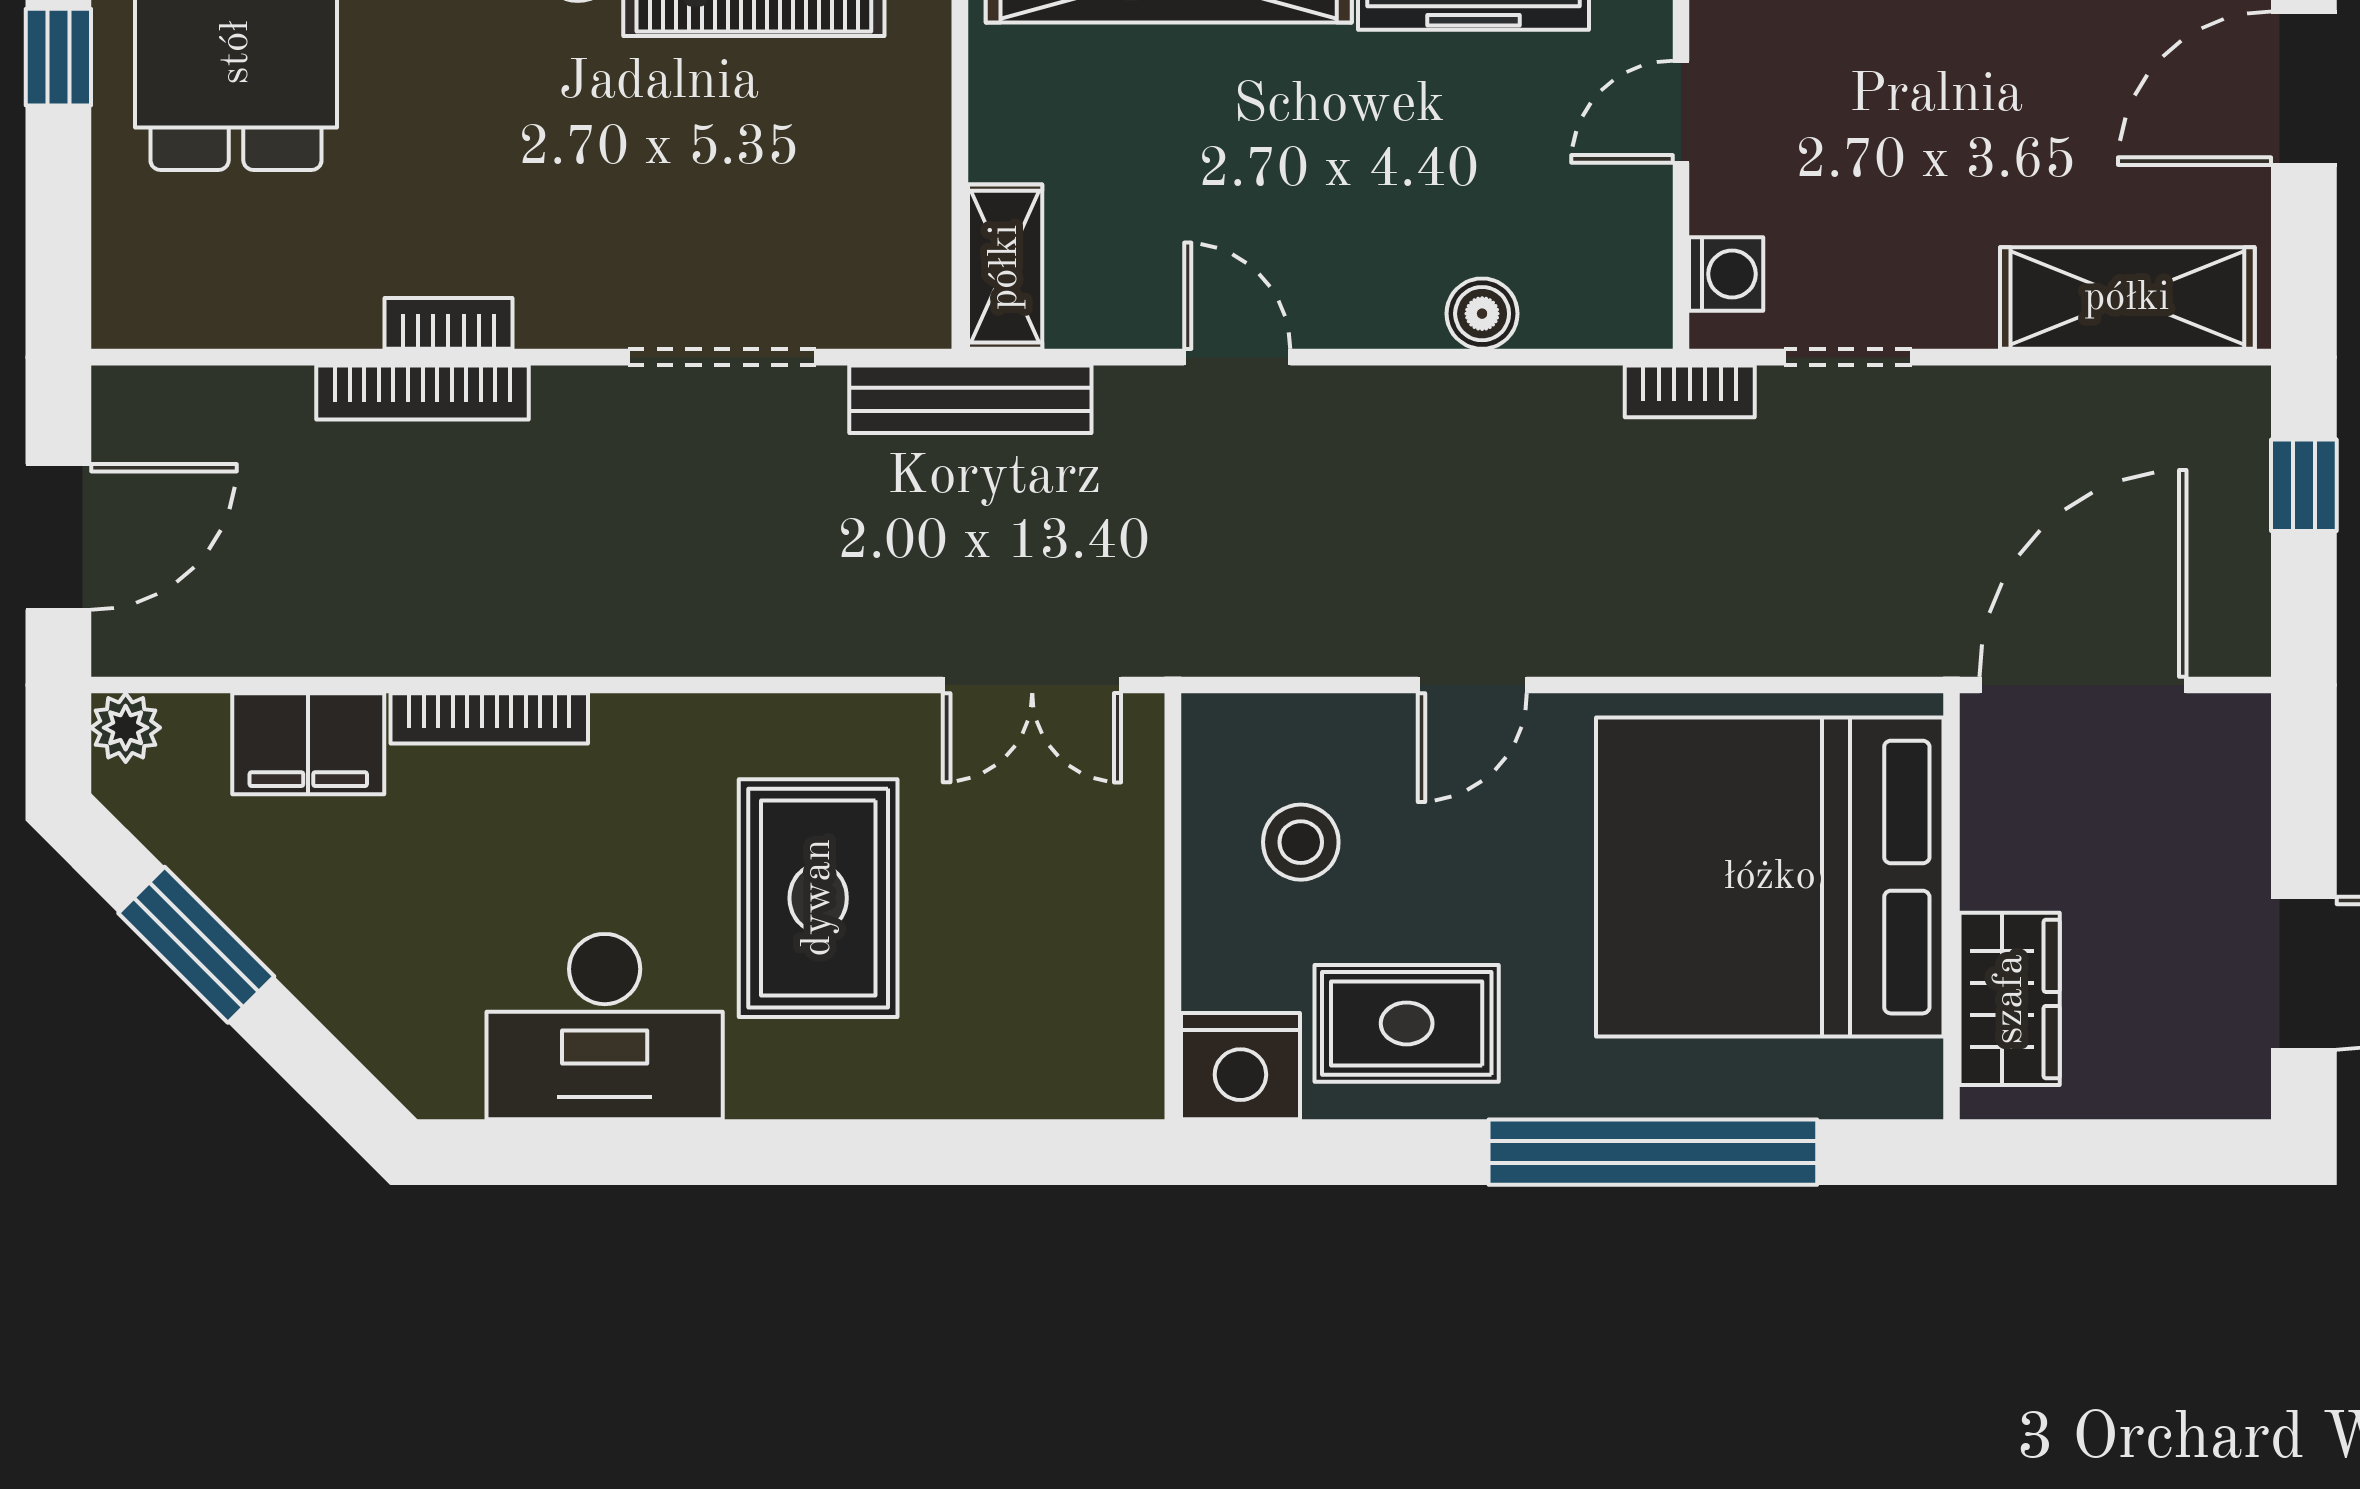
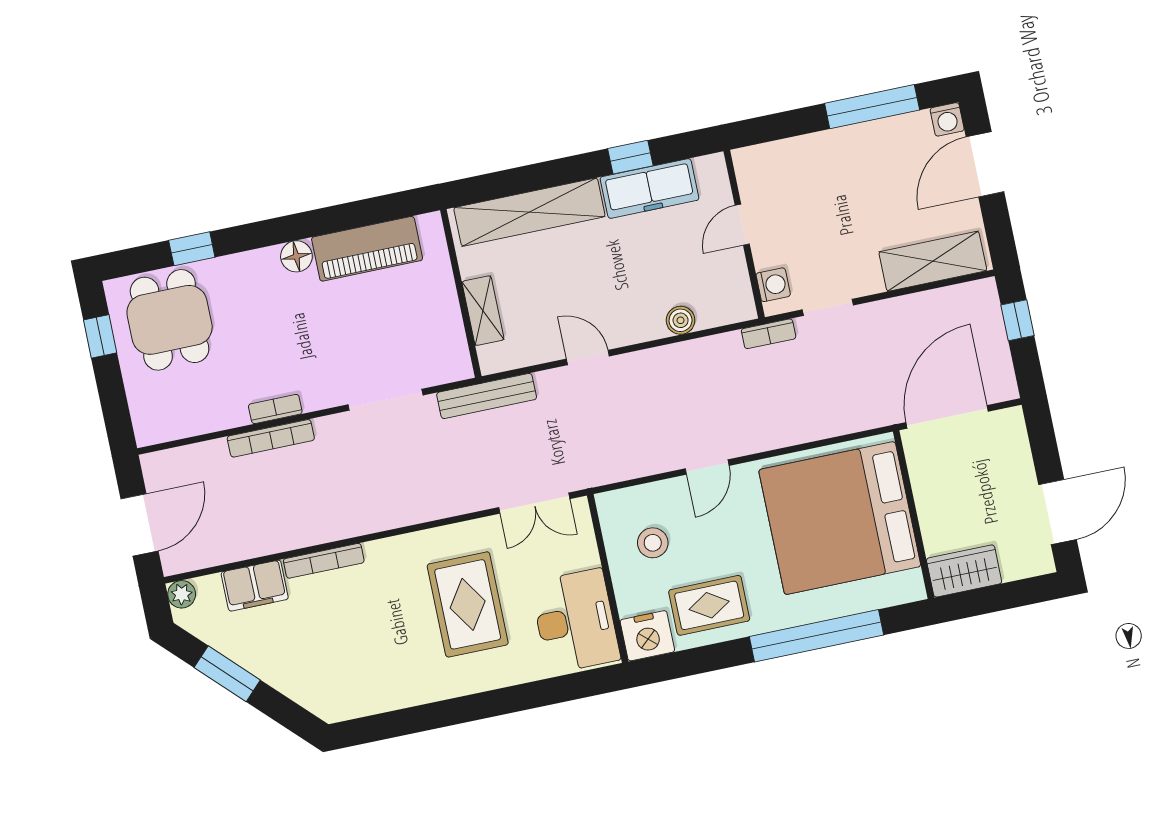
shelving: (1005, 267) -> (483, 311), moved
wardrobe: (2010, 999) -> (964, 571), moved, turned -90
desk: (605, 1027) -> (575, 621), moved, turned -90

